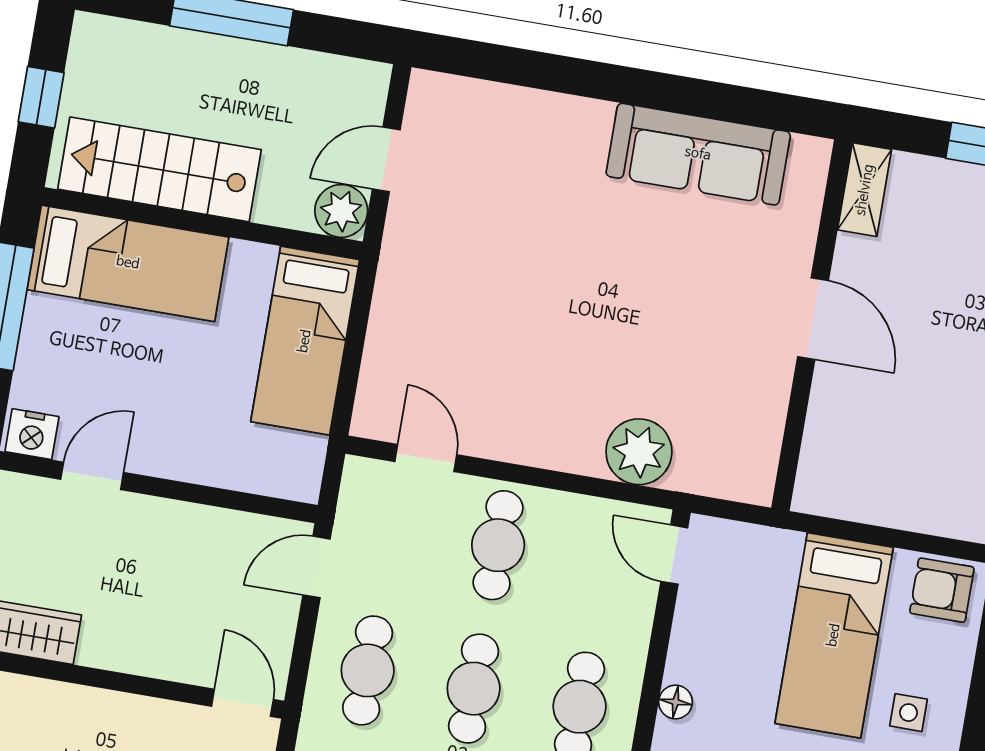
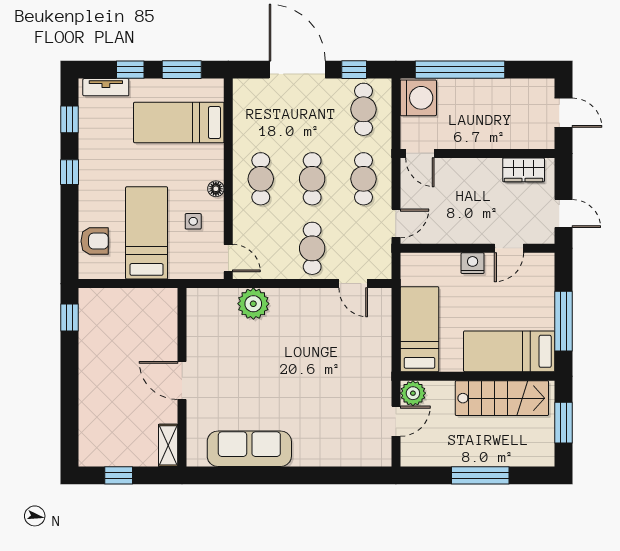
window: (41, 97) -> (564, 423), width x1.50
nightstand: (32, 434) -> (473, 263), moved
armchair: (942, 590) -> (95, 241), moved
side table: (909, 713) -> (193, 221), moved

